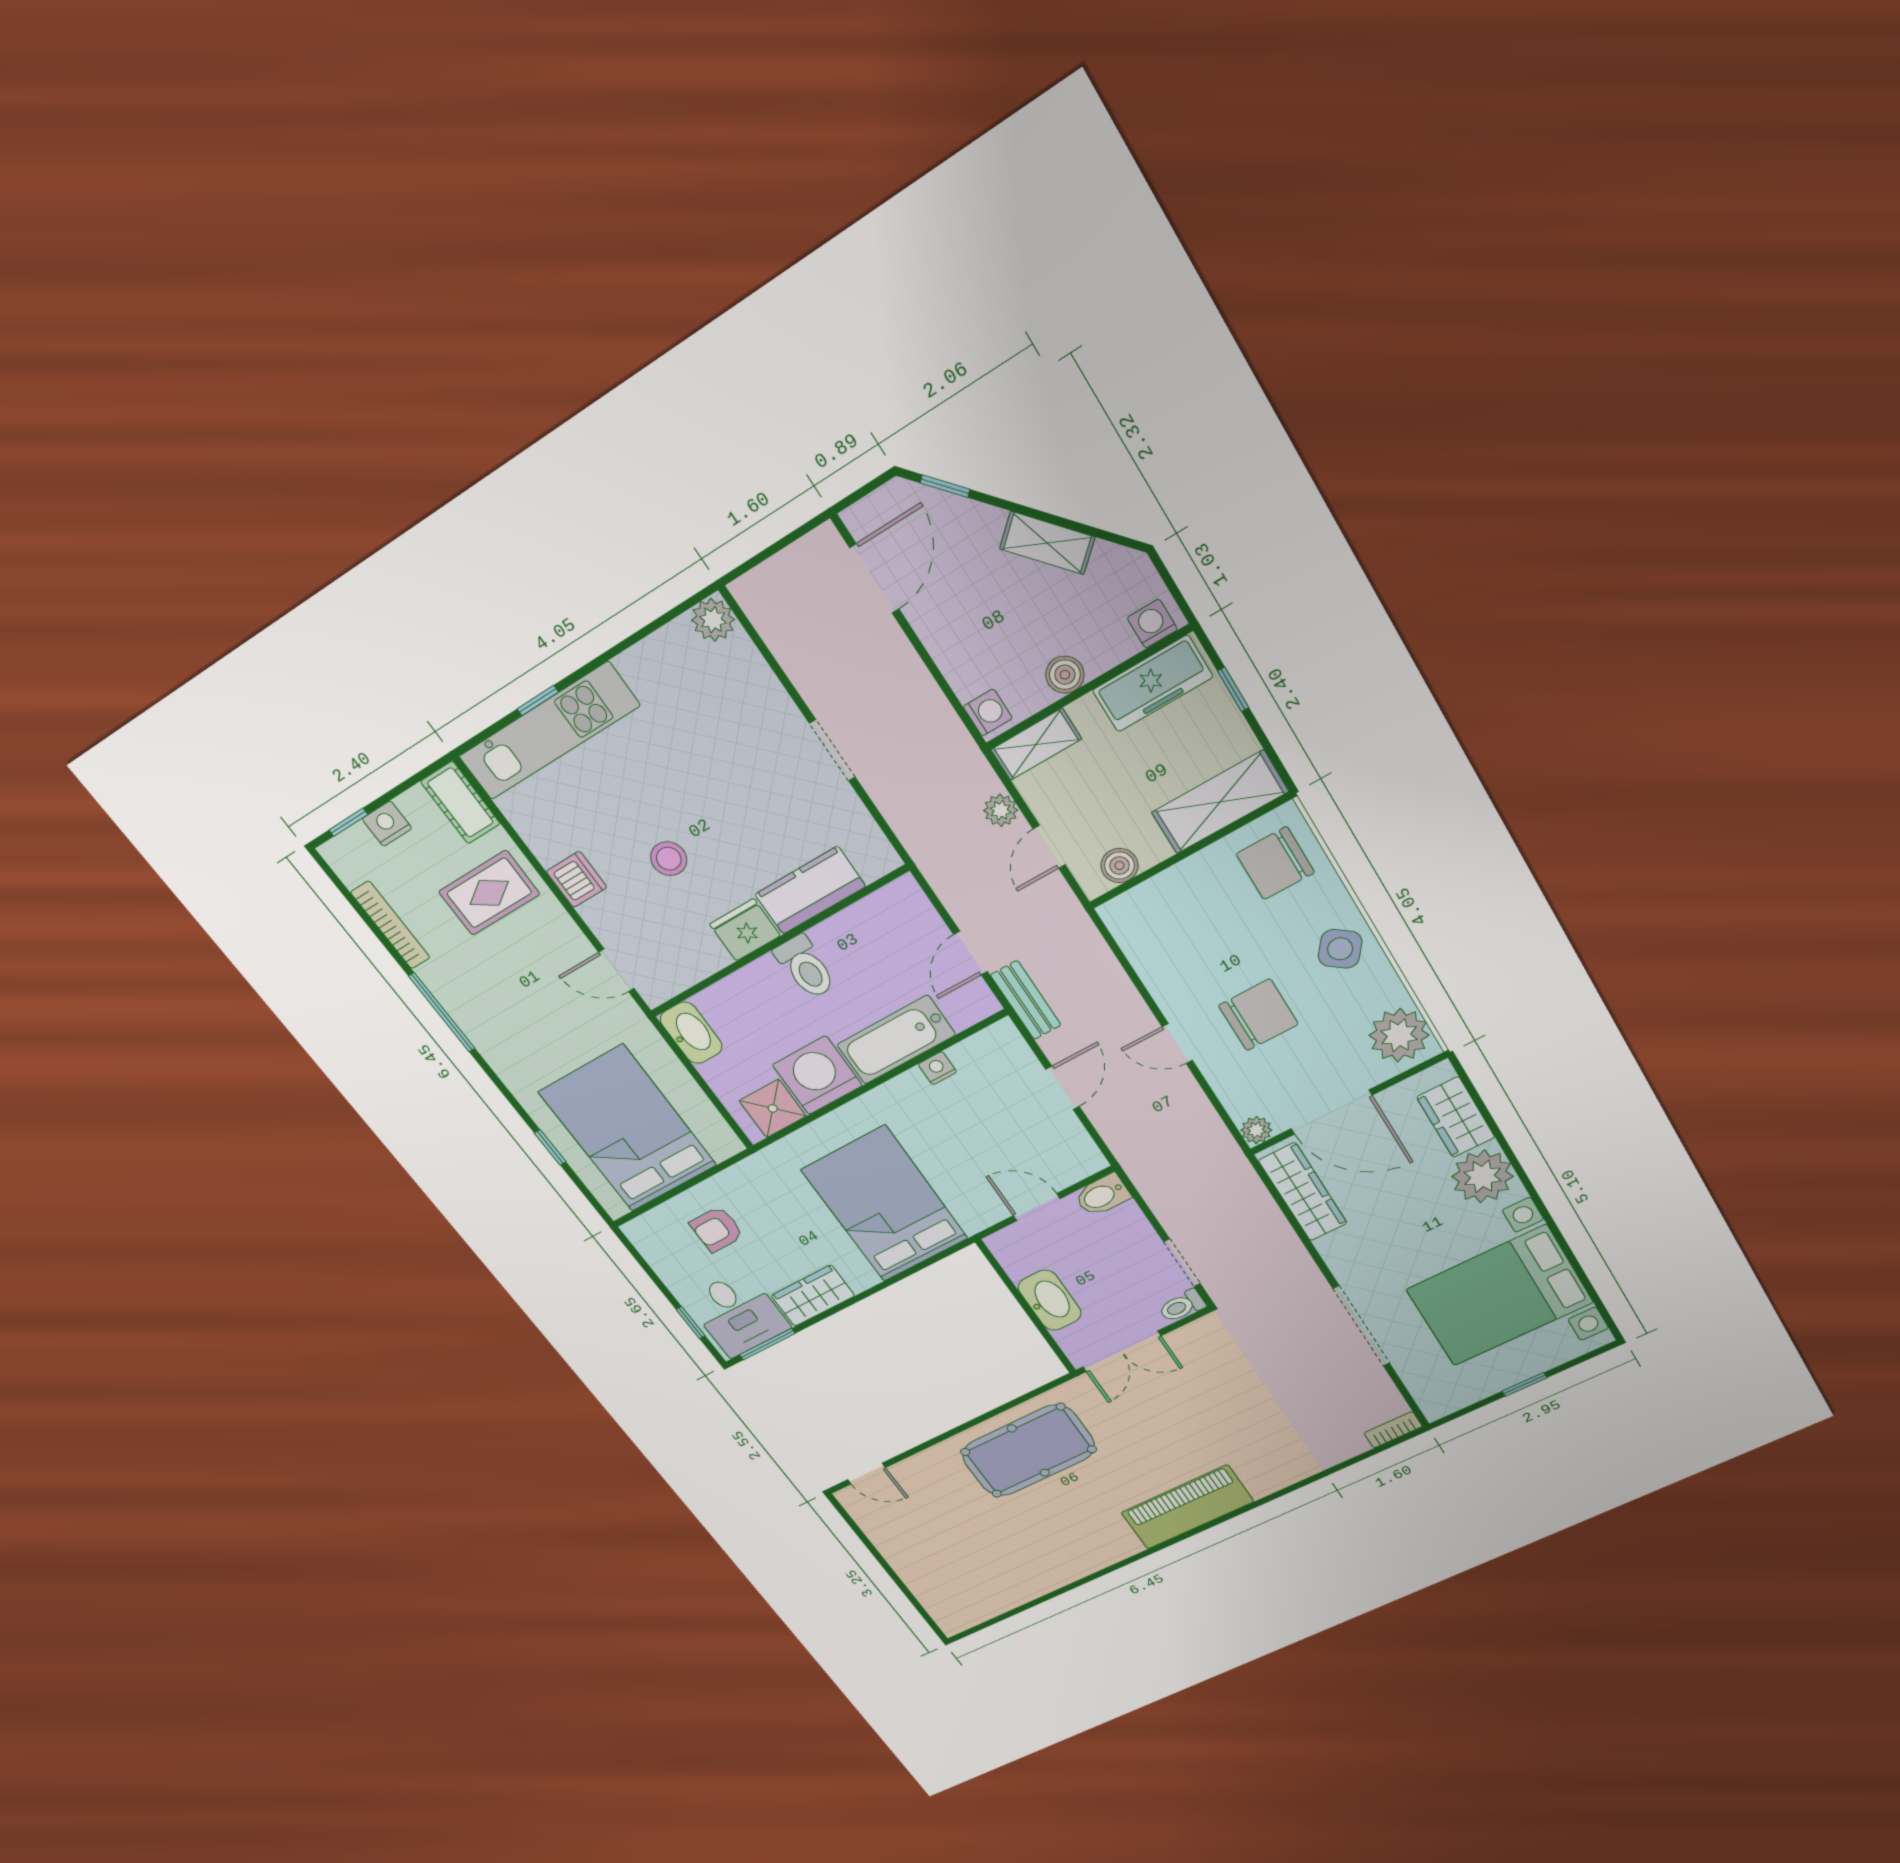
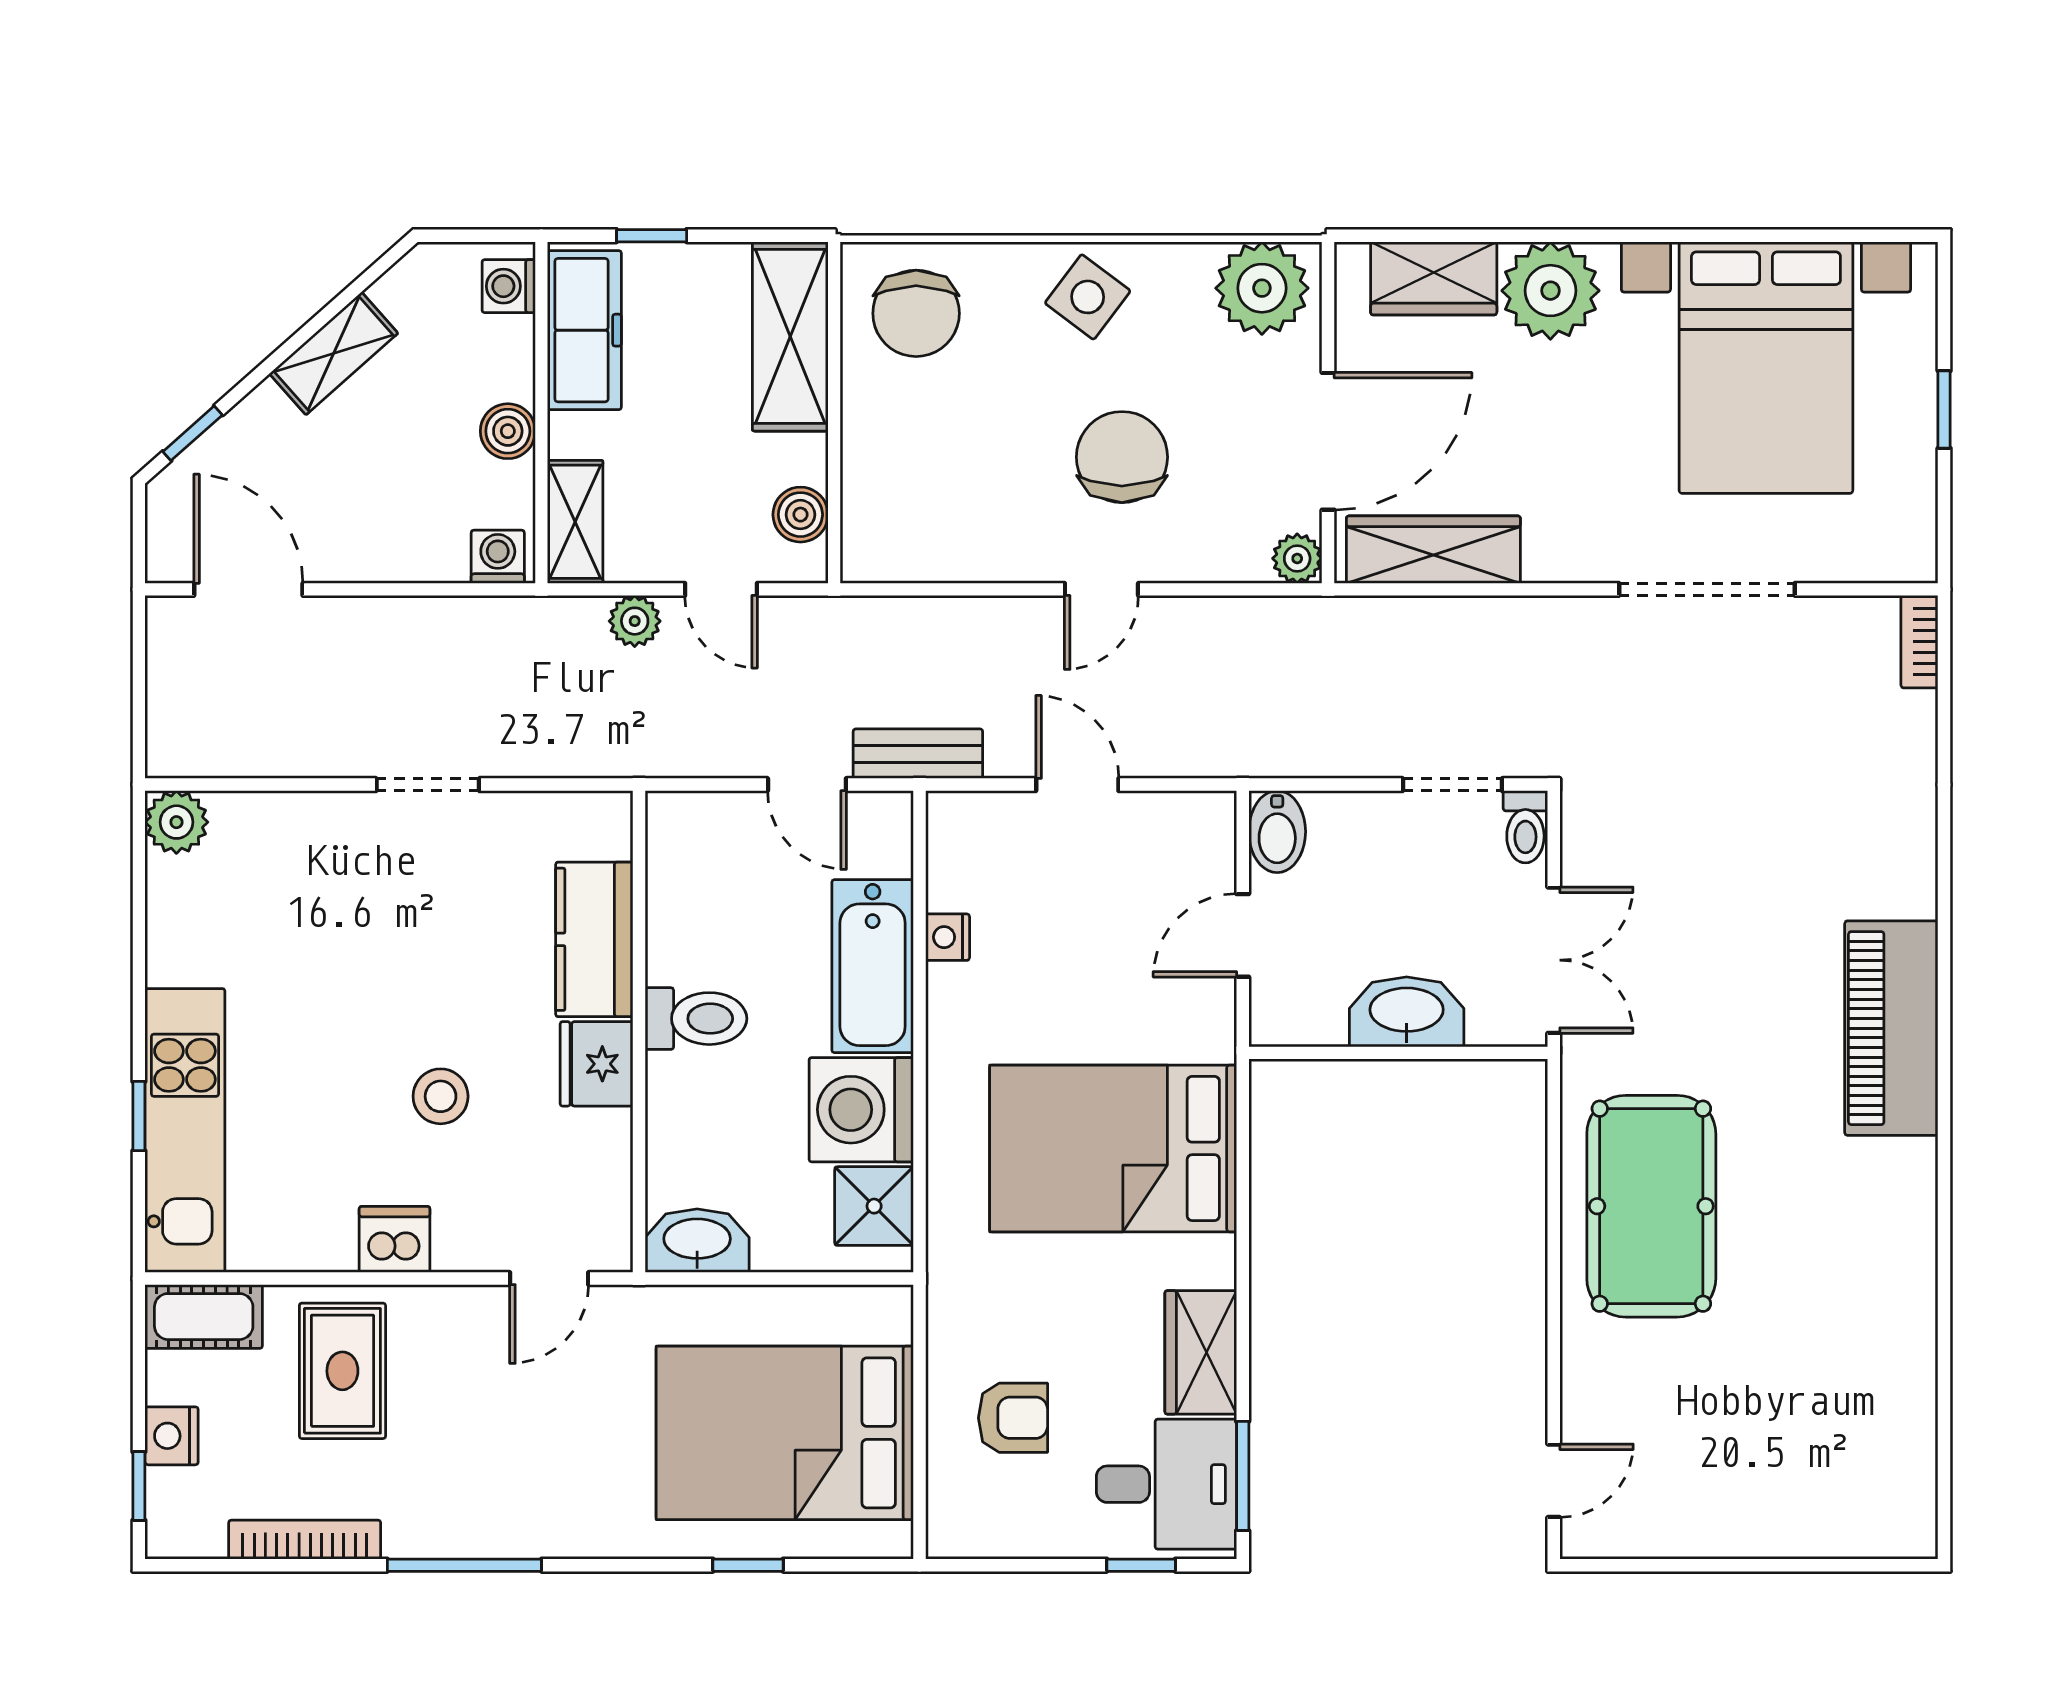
armchair: (717, 1229) -> (1013, 1418), turned -90

